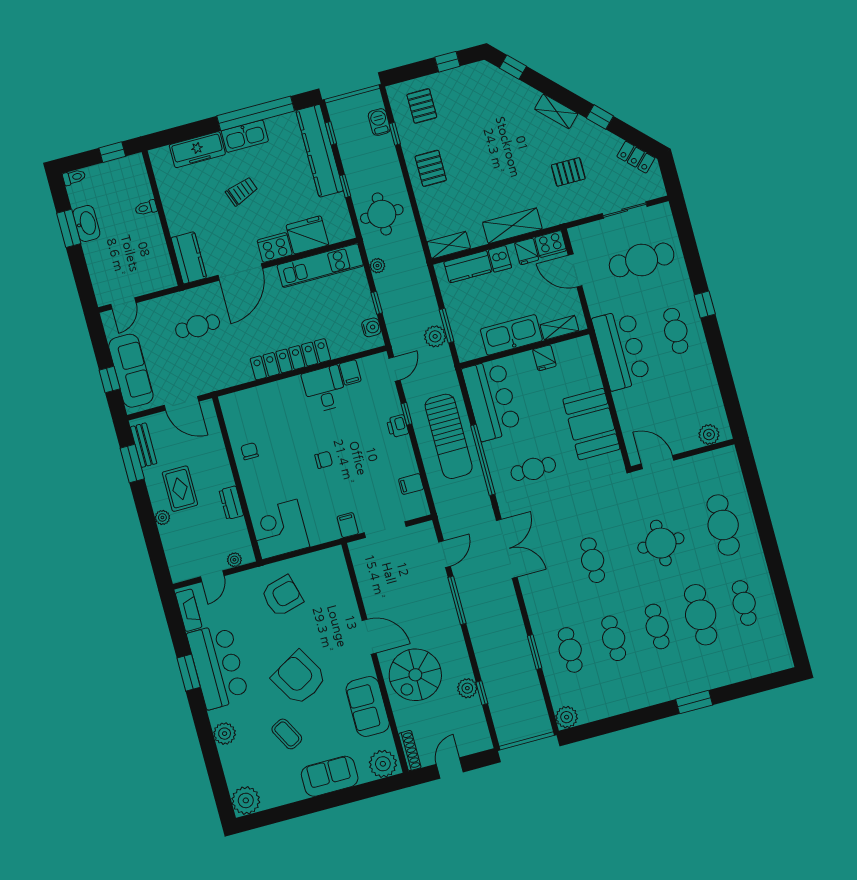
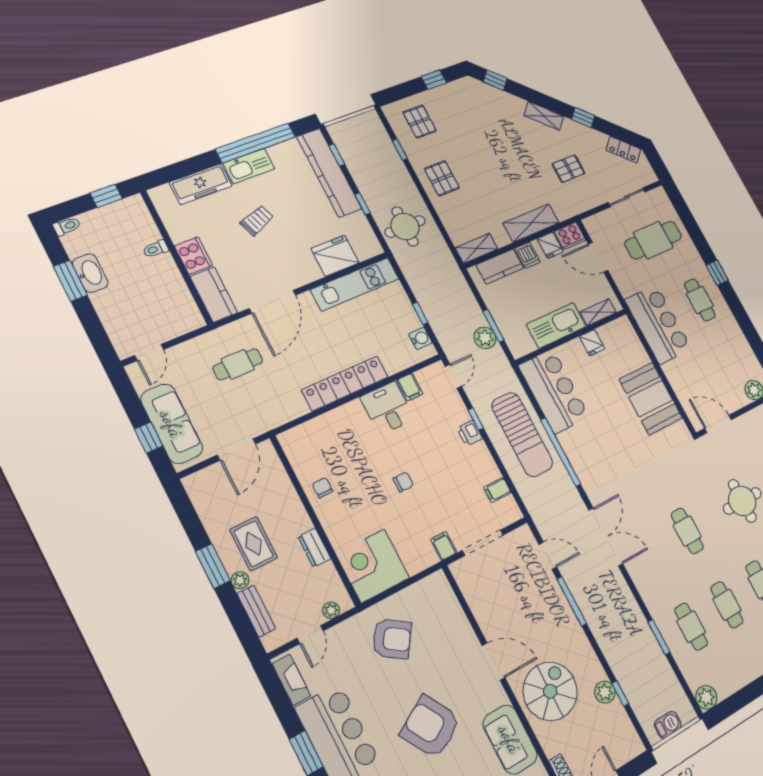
barbecue: (379, 122) -> (668, 725), moved, turned 90
cooker: (275, 247) -> (193, 256), moved, turned 90
plant: (377, 266) -> (412, 277), removed
door: (182, 403) -> (237, 449), hinge flipped
bench: (144, 445) -> (256, 611), moved
window: (132, 464) -> (213, 566), moved
cafe table: (533, 469) -> (610, 452), removed
door: (444, 554) -> (548, 556), hinge flipped
armchair: (282, 596) -> (392, 639), turned 49
spiral stairs: (415, 675) -> (550, 691), turned 180

